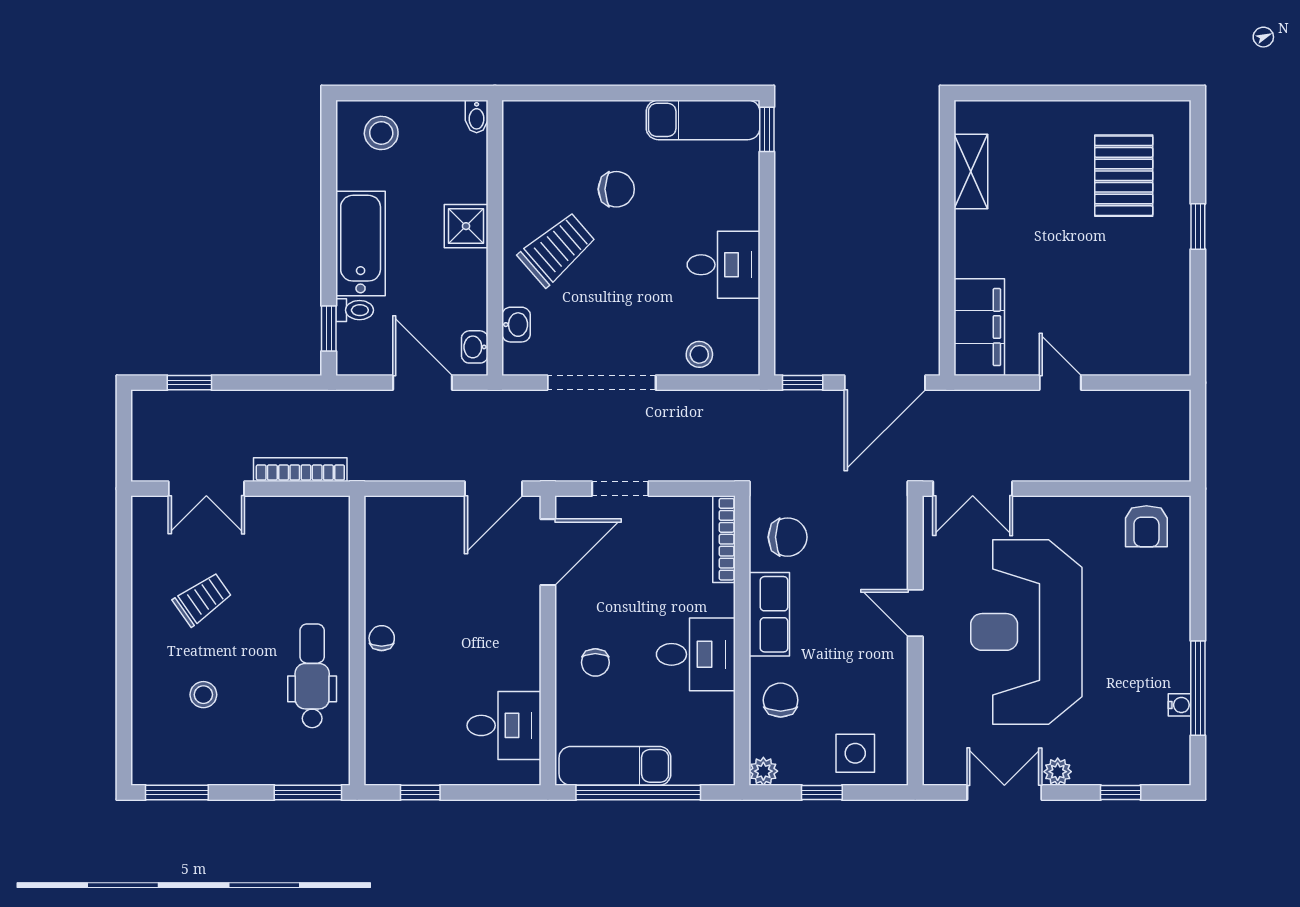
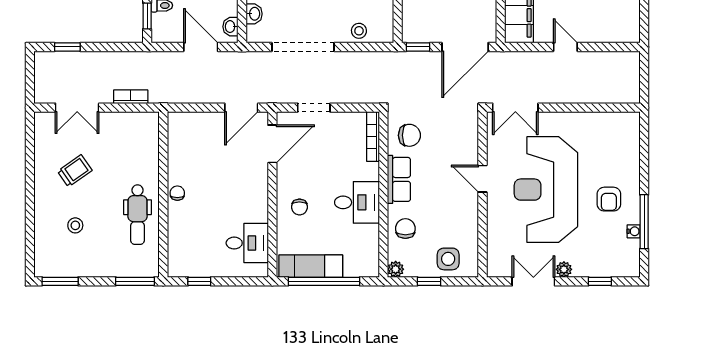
bookcase: (300, 470) -> (131, 97), width x0.64
armchair: (1146, 526) -> (609, 199), moved
dental chair: (312, 676) -> (138, 215), turned 180

